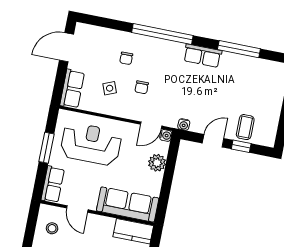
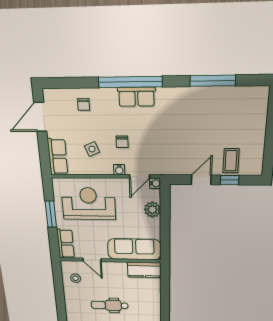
row of seats: (202, 56) -> (136, 97), moved
chair: (126, 58) -> (84, 104), moved
water cooler: (184, 125) -> (119, 170), moved

